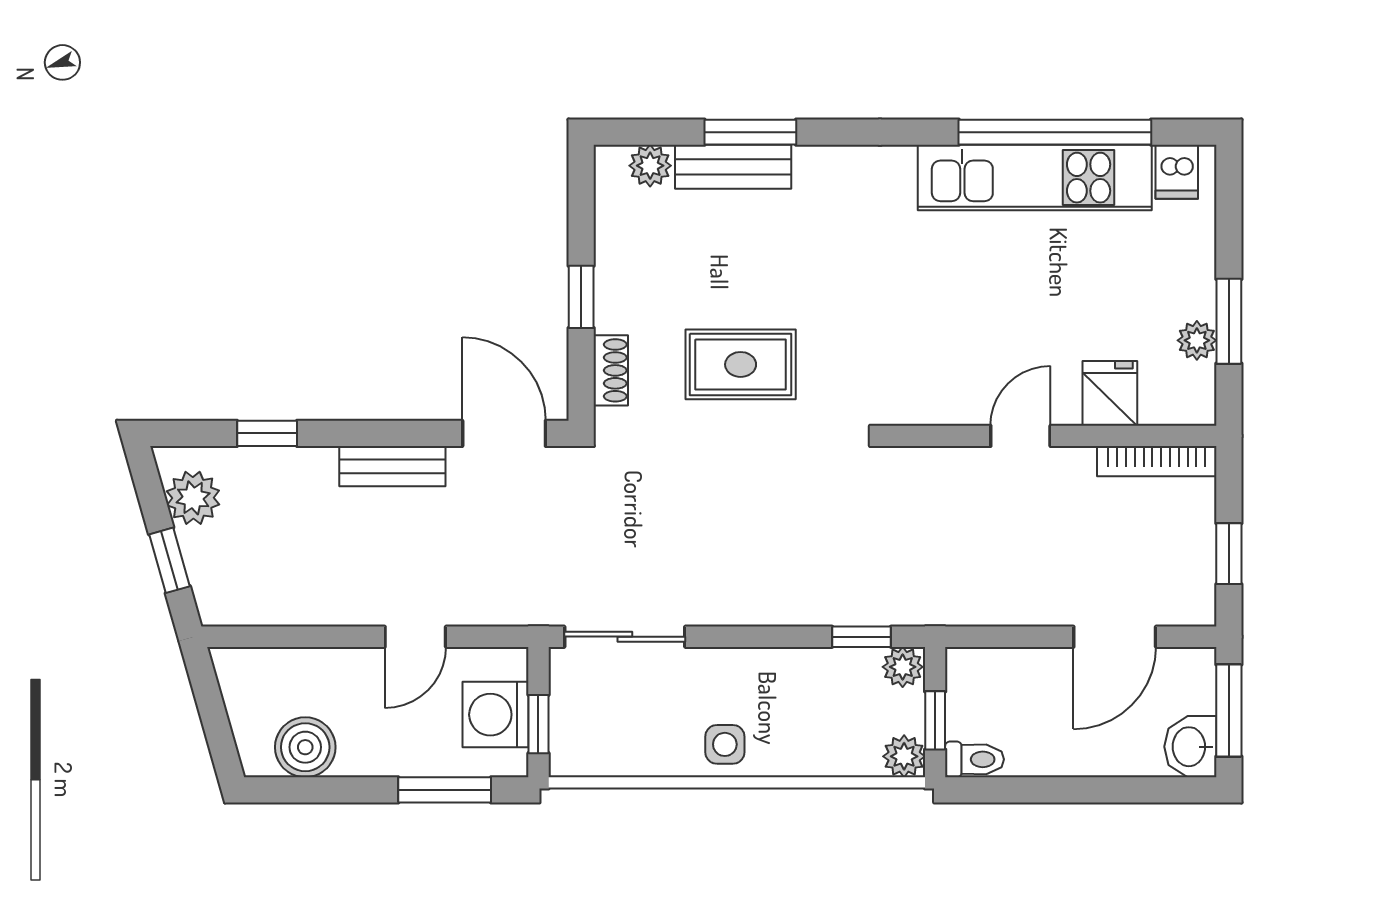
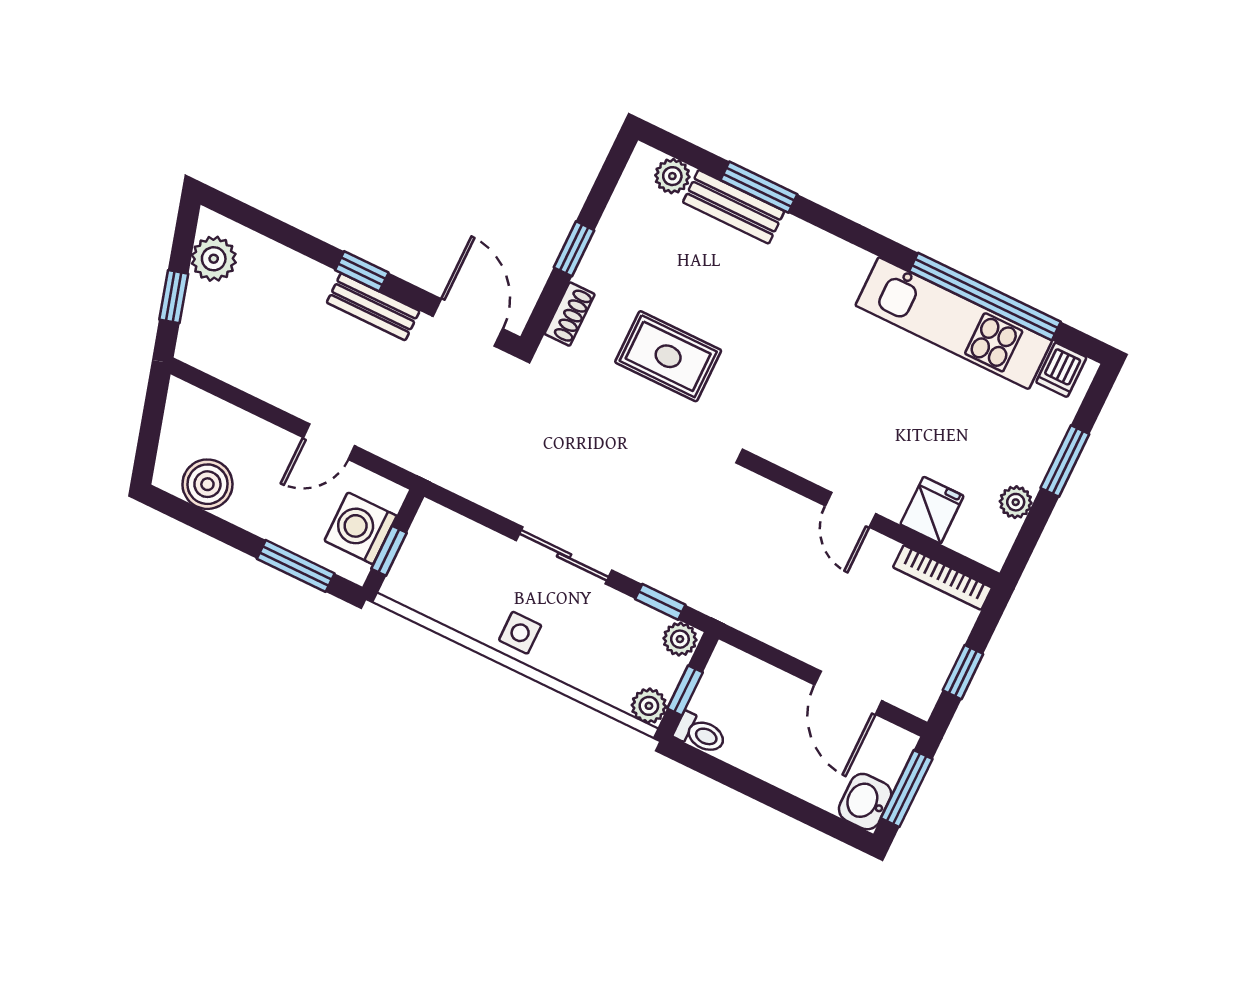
window: (1229, 321) -> (1065, 461), moved
window: (267, 433) -> (362, 271), moved
door: (1020, 436) -> (850, 510), swing flipped
sliding door: (625, 637) -> (564, 555), moved
door: (1115, 637) -> (848, 693), hinge flipped

